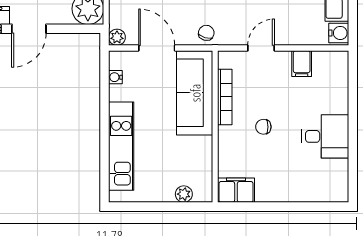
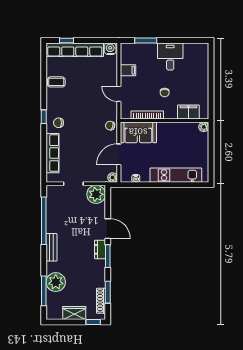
sofa: (195, 93) -> (138, 132), width x0.73
window: (353, 94) -> (146, 41), added
filing cabinet: (236, 190) -> (188, 112), moved, turned 90
plant: (184, 194) -> (204, 127), moved

